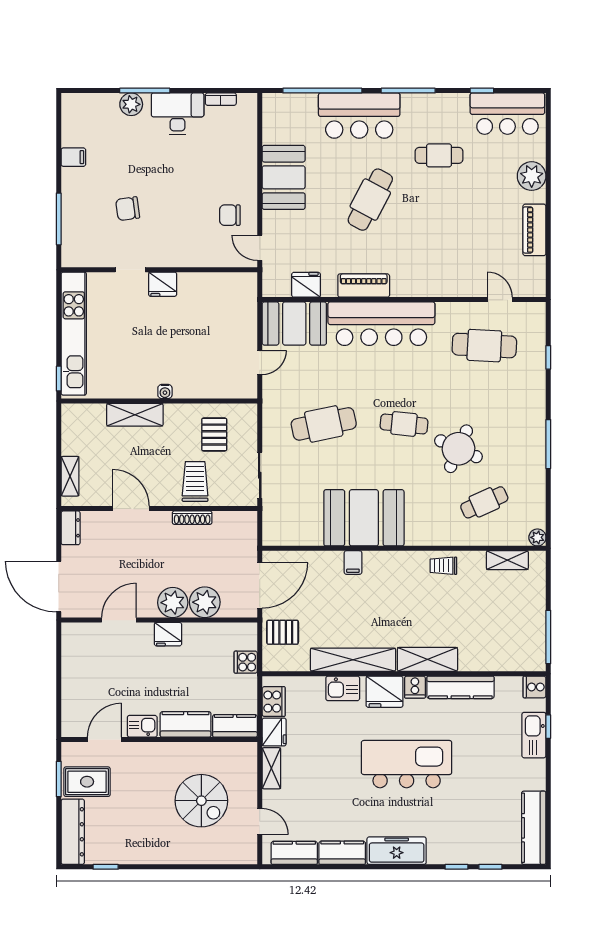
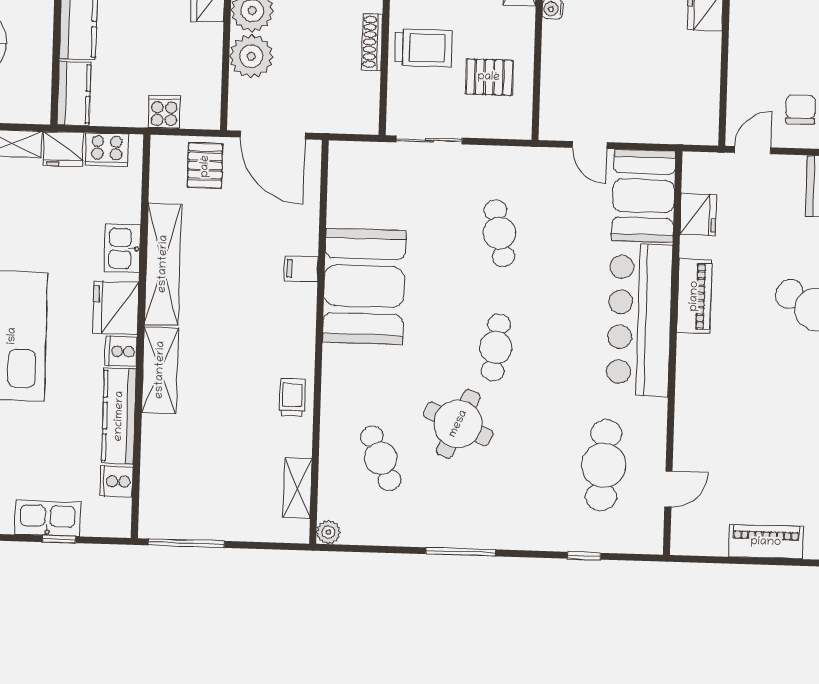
cafe table: (324, 424) -> (499, 233), width x0.73, depth x0.74
cooker: (535, 687) -> (116, 481), moved, turned -90

